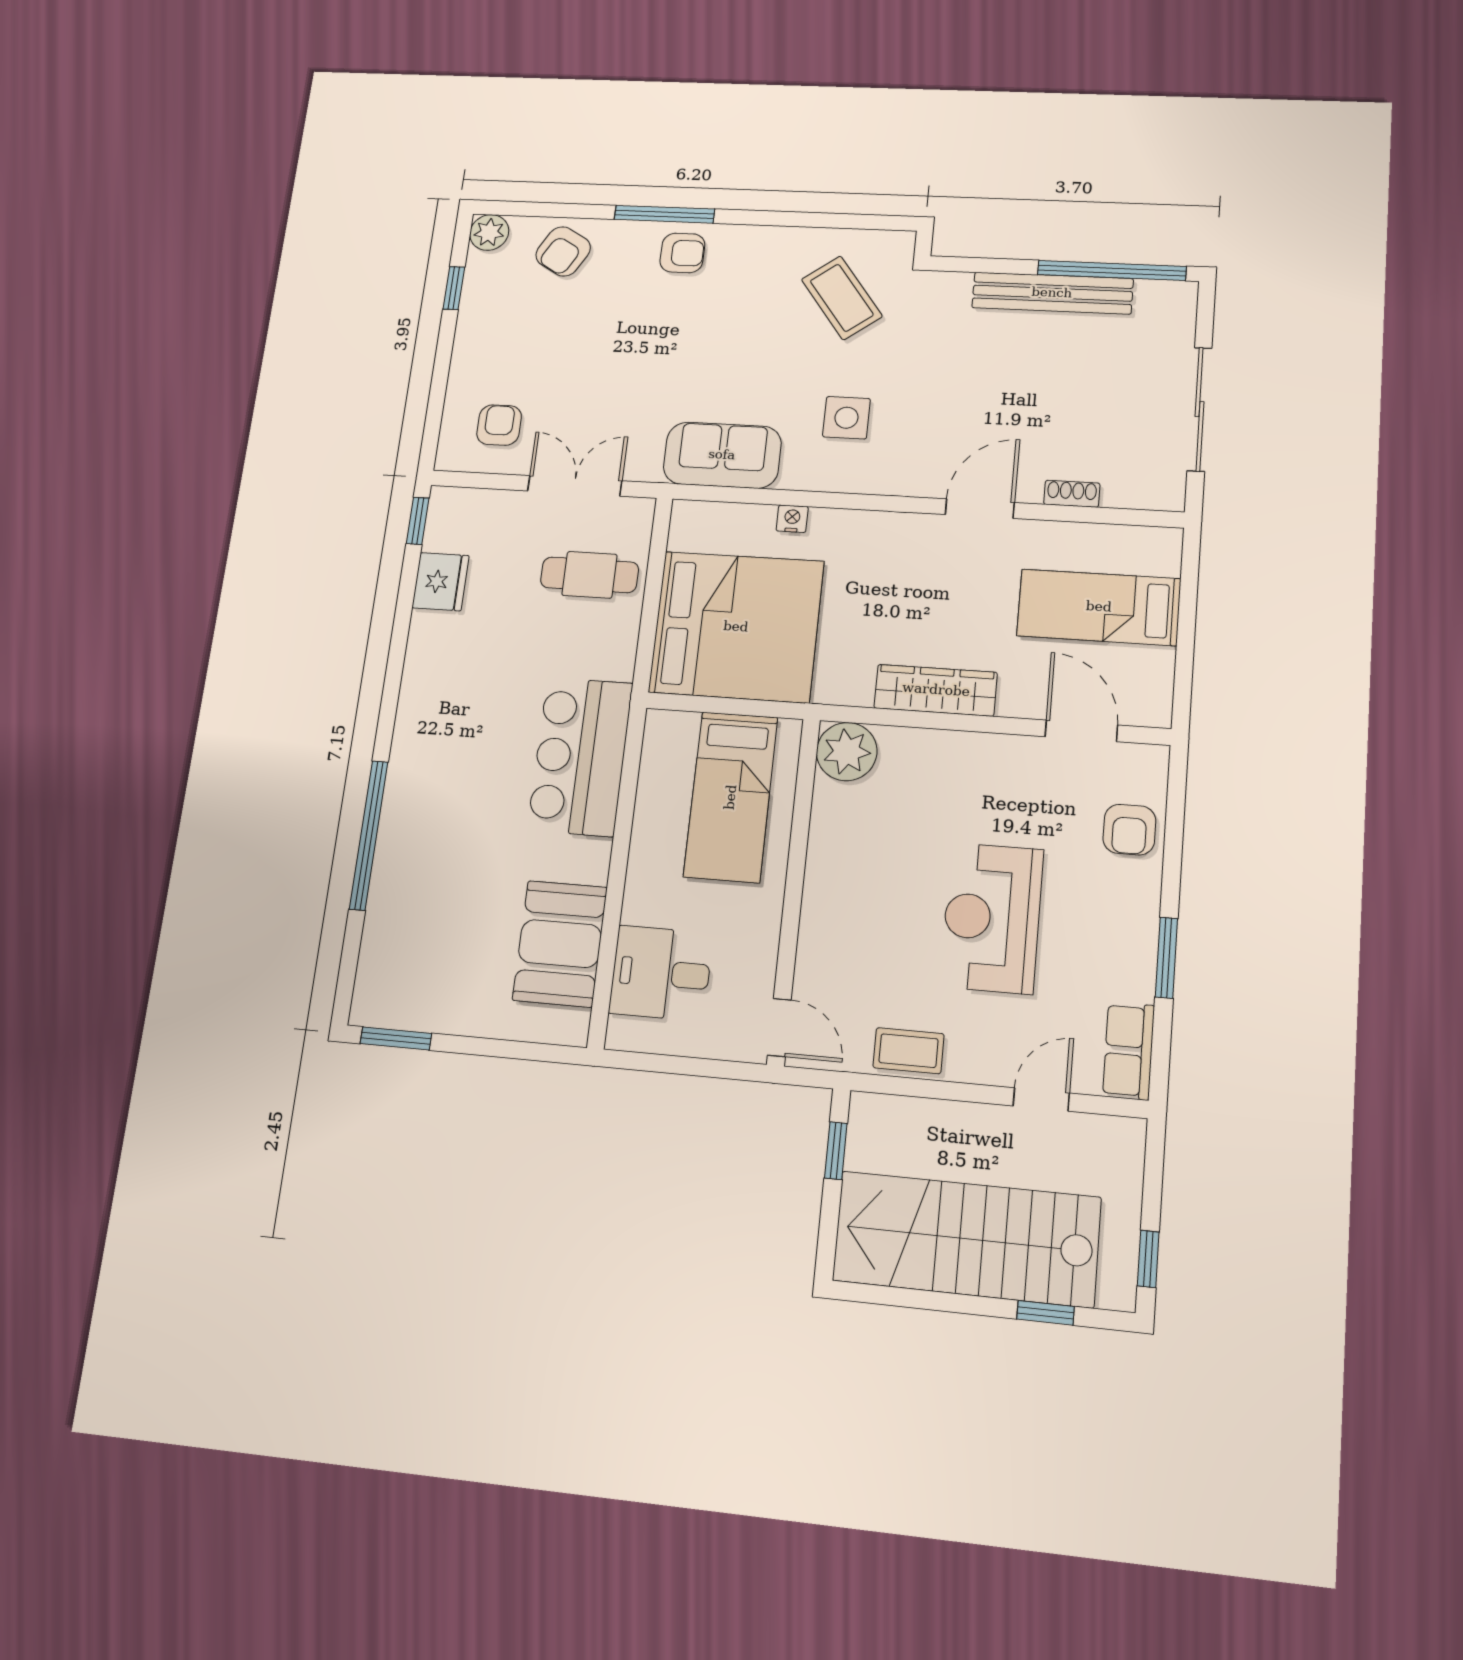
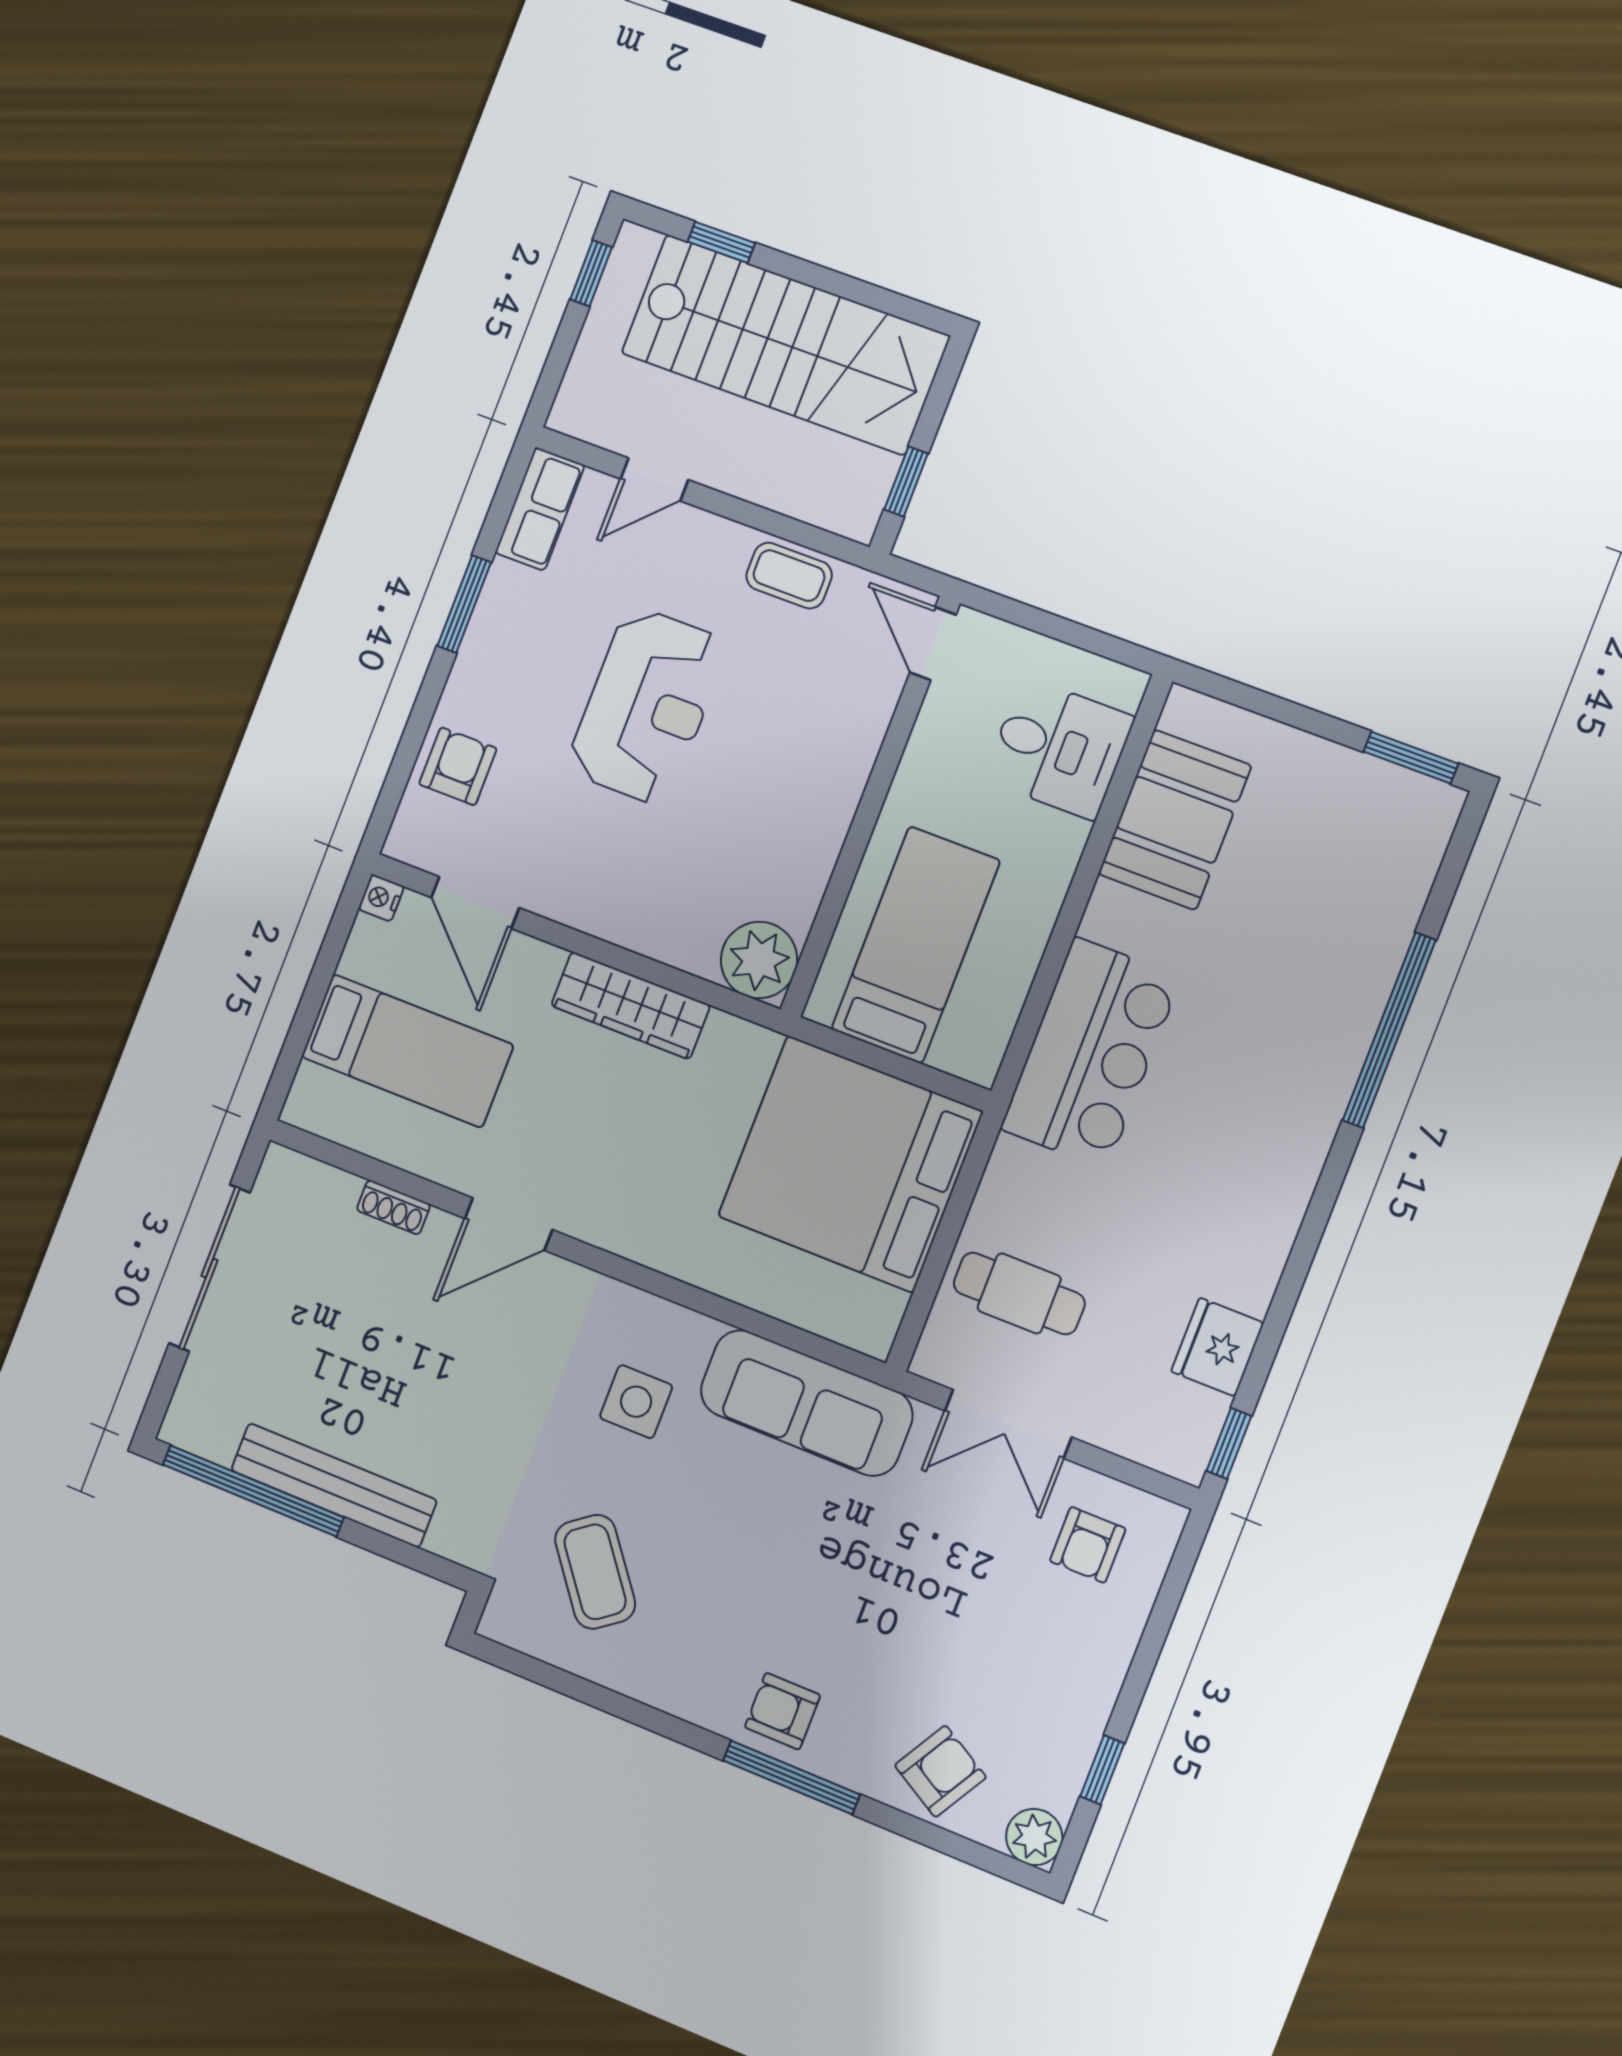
sofa: (722, 455) -> (806, 1403), width x1.36
nightstand: (792, 519) -> (381, 898), moved, turned 90

